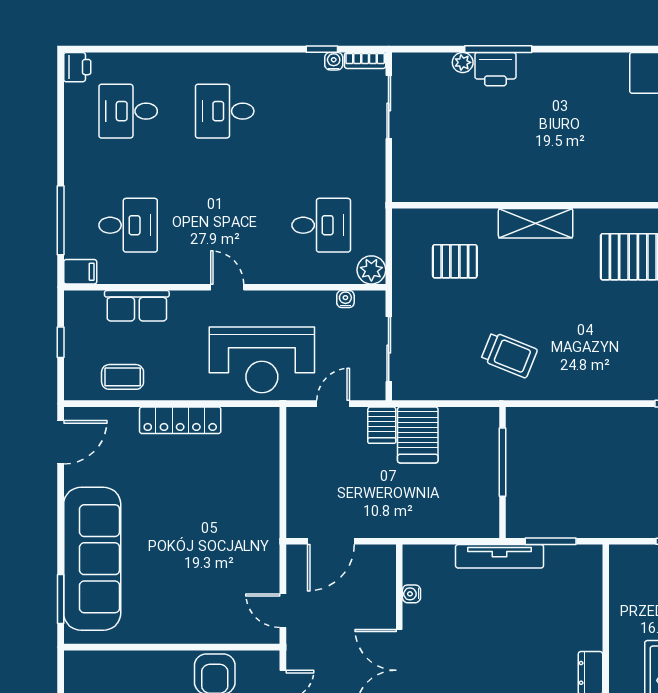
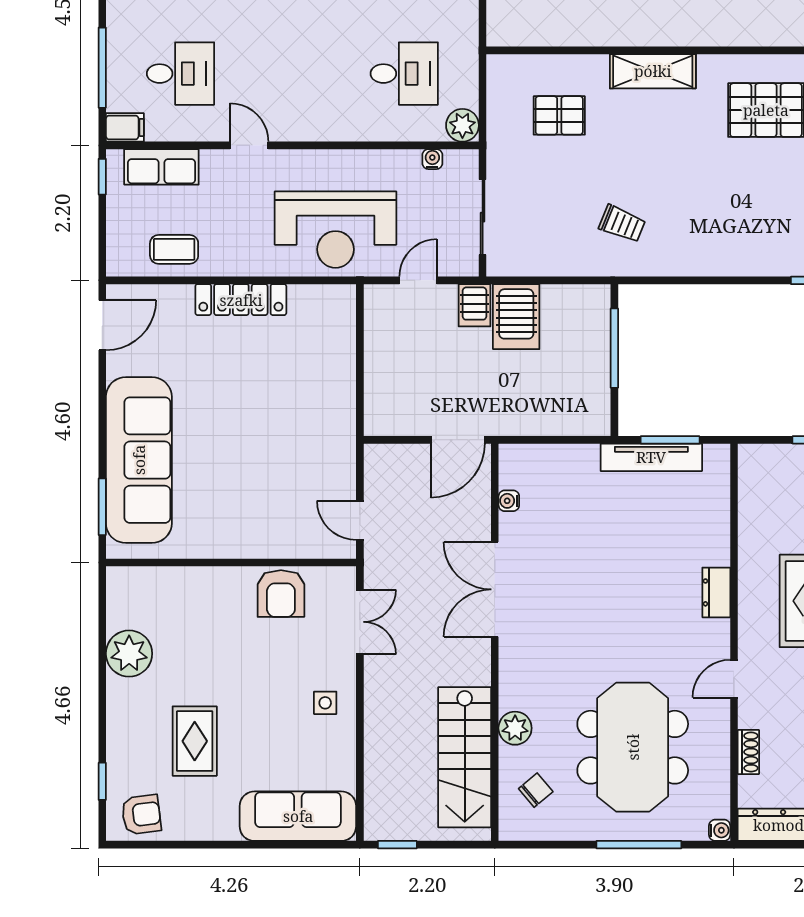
door: (227, 287) -> (249, 145), moved
row of seats: (137, 306) -> (161, 167), moved
window: (61, 342) -> (102, 177), moved
trolley: (509, 355) -> (622, 224), width x0.73, depth x0.72
door: (331, 541) -> (458, 440), moved
tv unit: (500, 556) -> (651, 457), moved

